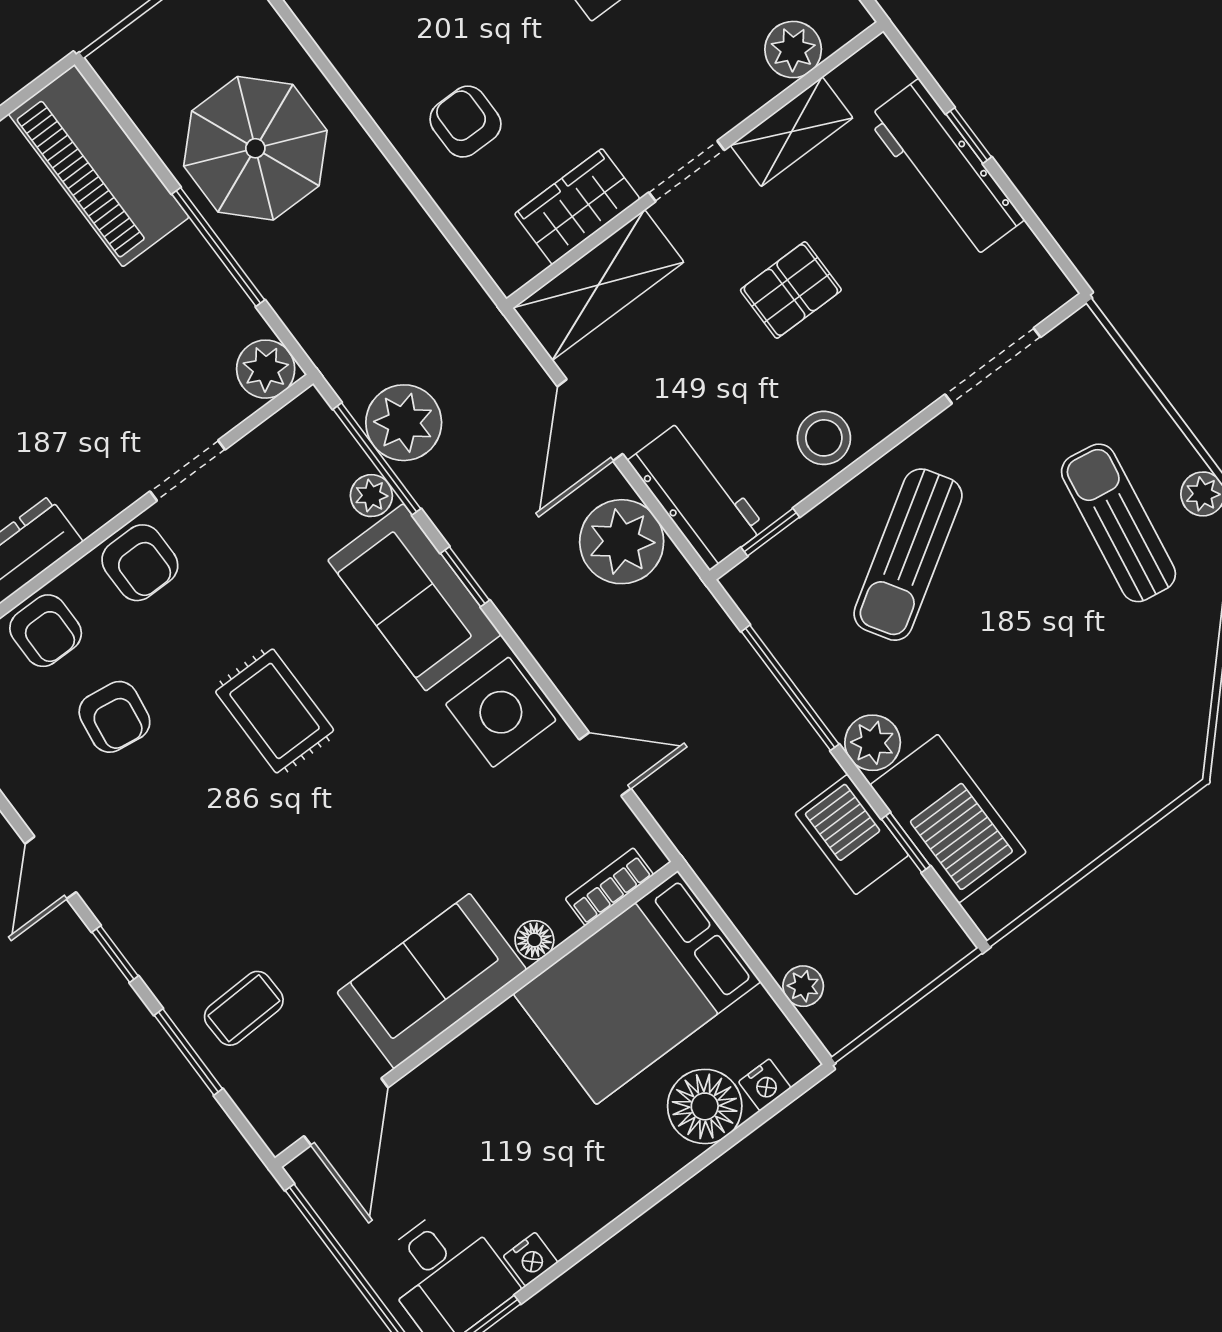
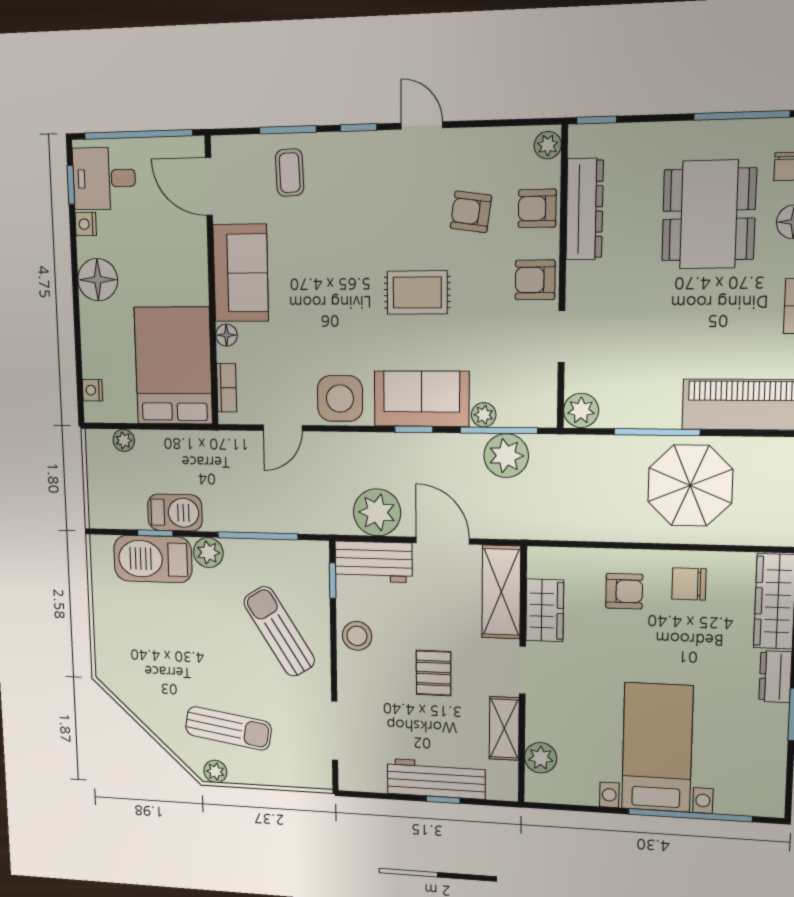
chair: (388, 45) -> (689, 584), added
floor lamp: (705, 1106) -> (98, 280), moved

